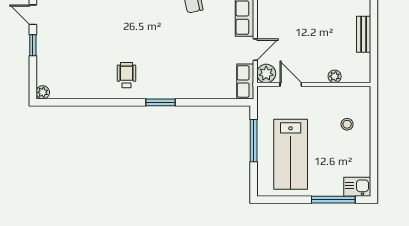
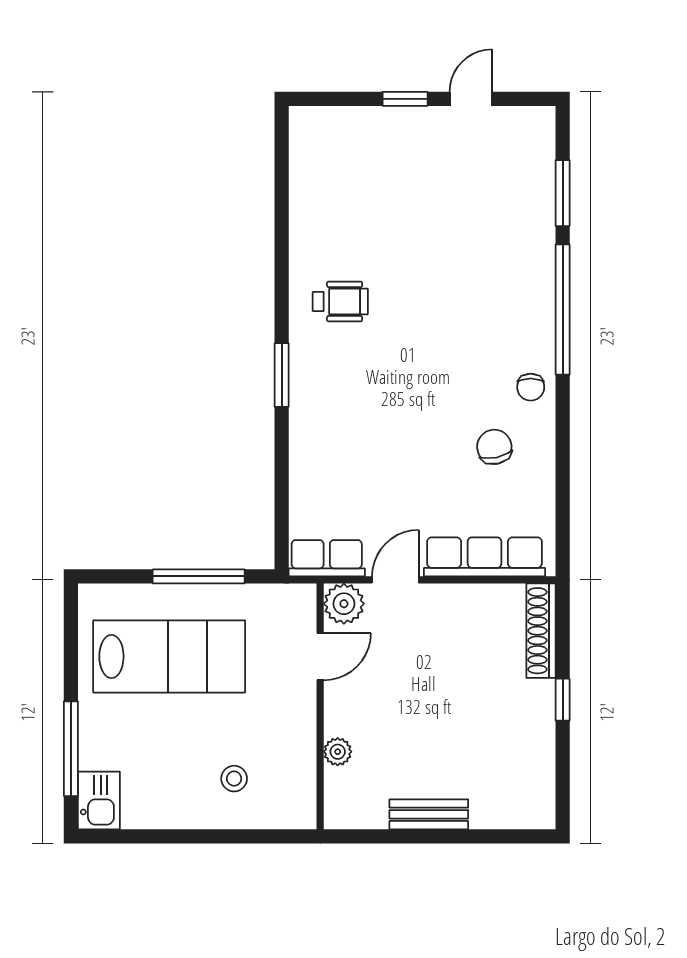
door: (255, 50) -> (395, 580), swing flipped
plant: (43, 92) -> (303, 120), removed
lab bench: (291, 154) -> (169, 656), turned 180

